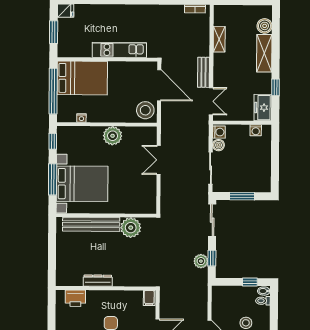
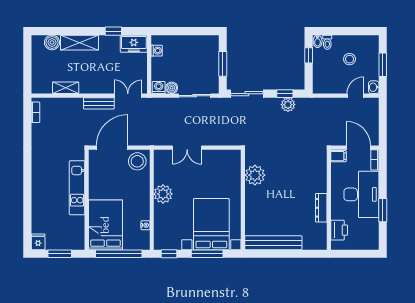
bench: (91, 224) -> (273, 243), moved, turned 90
dresser: (98, 281) -> (321, 208), moved
wall: (106, 288) -> (329, 200), moved
printer: (75, 298) -> (339, 230), moved
filing cabinet: (149, 298) -> (338, 156), moved

